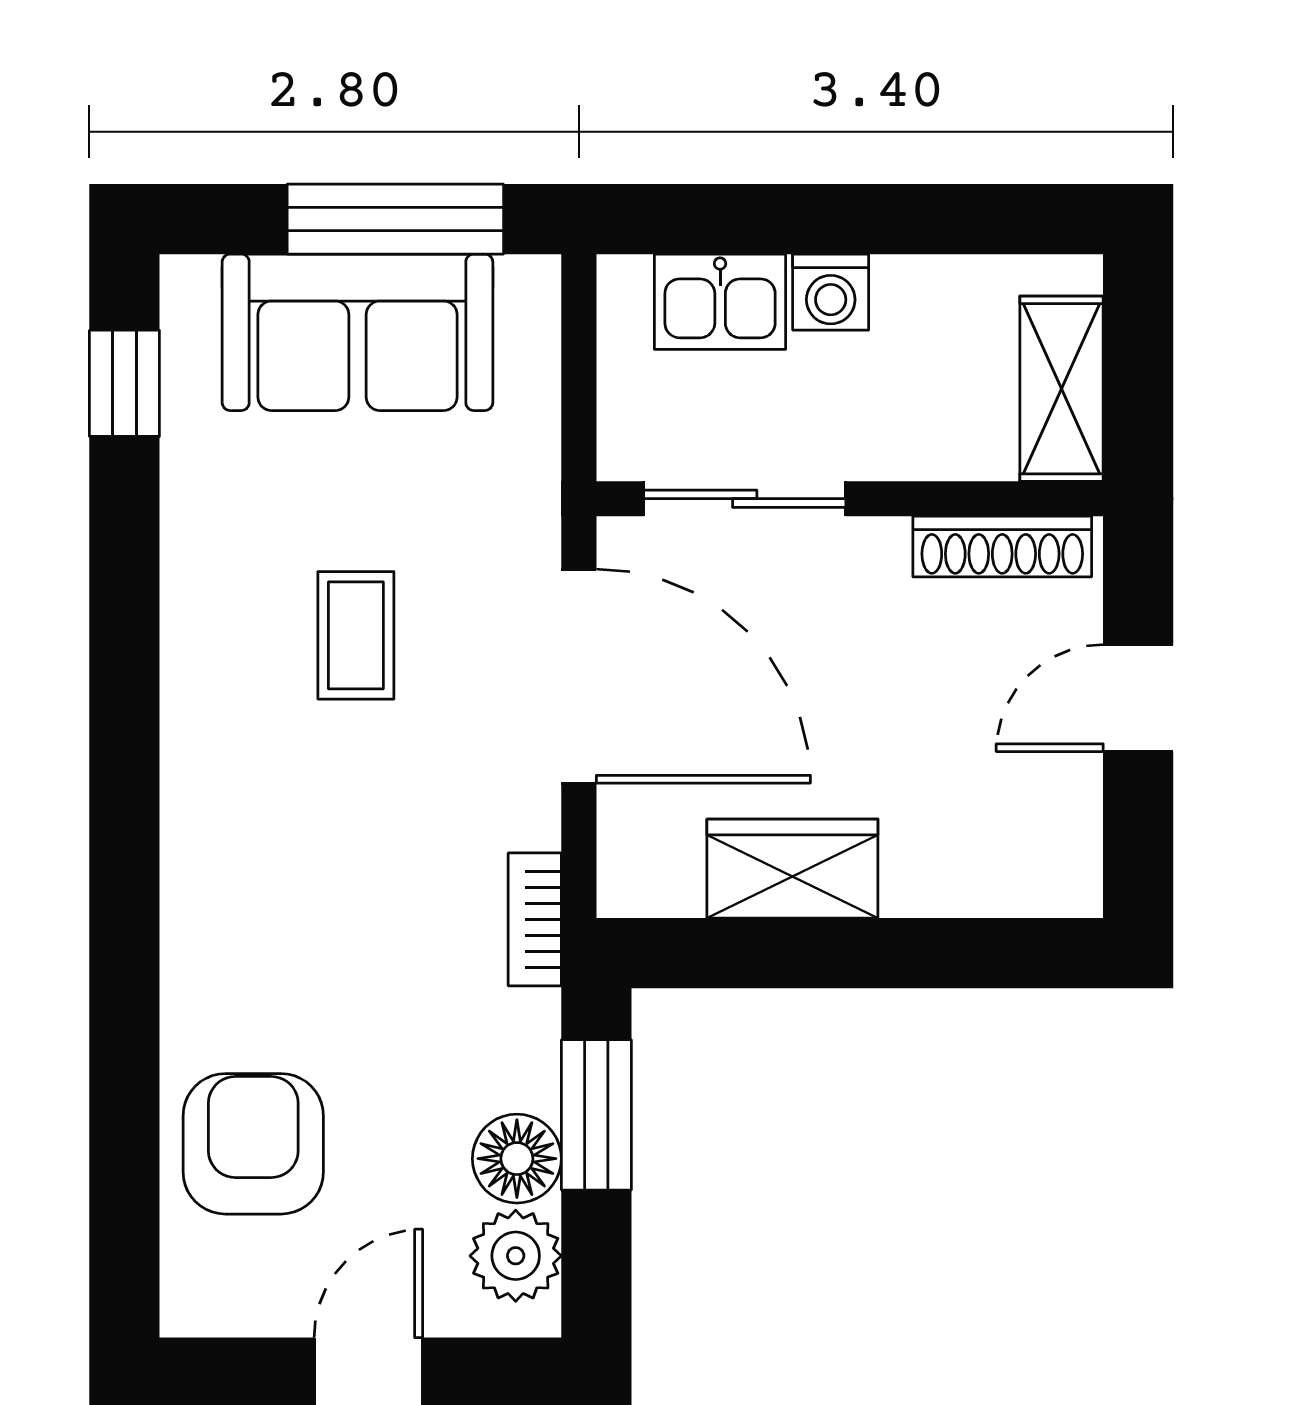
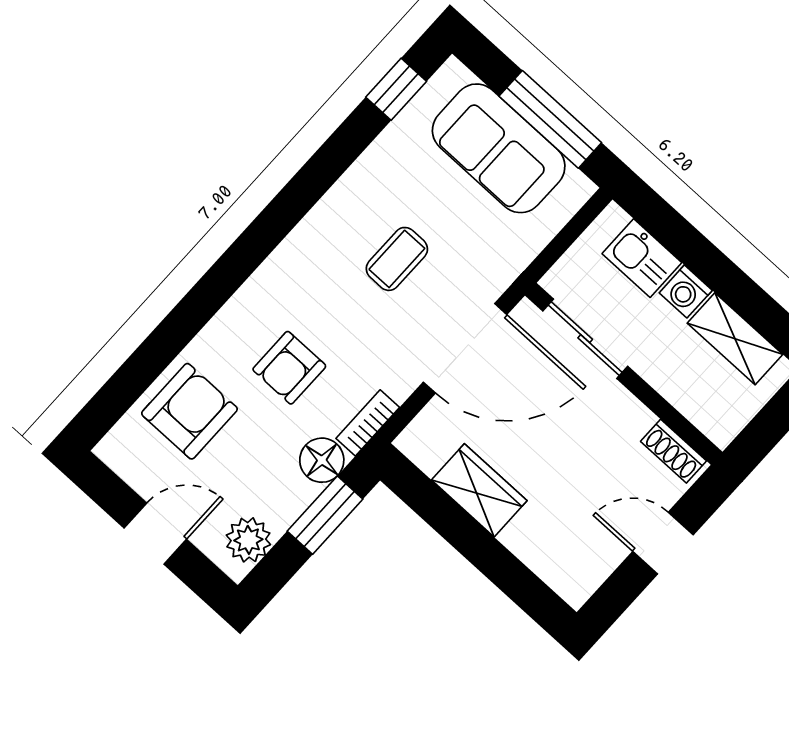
shelving: (1062, 389) -> (735, 339), moved, turned 90
shoe rack: (1002, 547) -> (674, 451), width x0.70
door: (579, 676) -> (465, 348), hinge flipped
armchair: (343, 943) -> (289, 368), added
floor lamp: (517, 1159) -> (322, 460), moved

